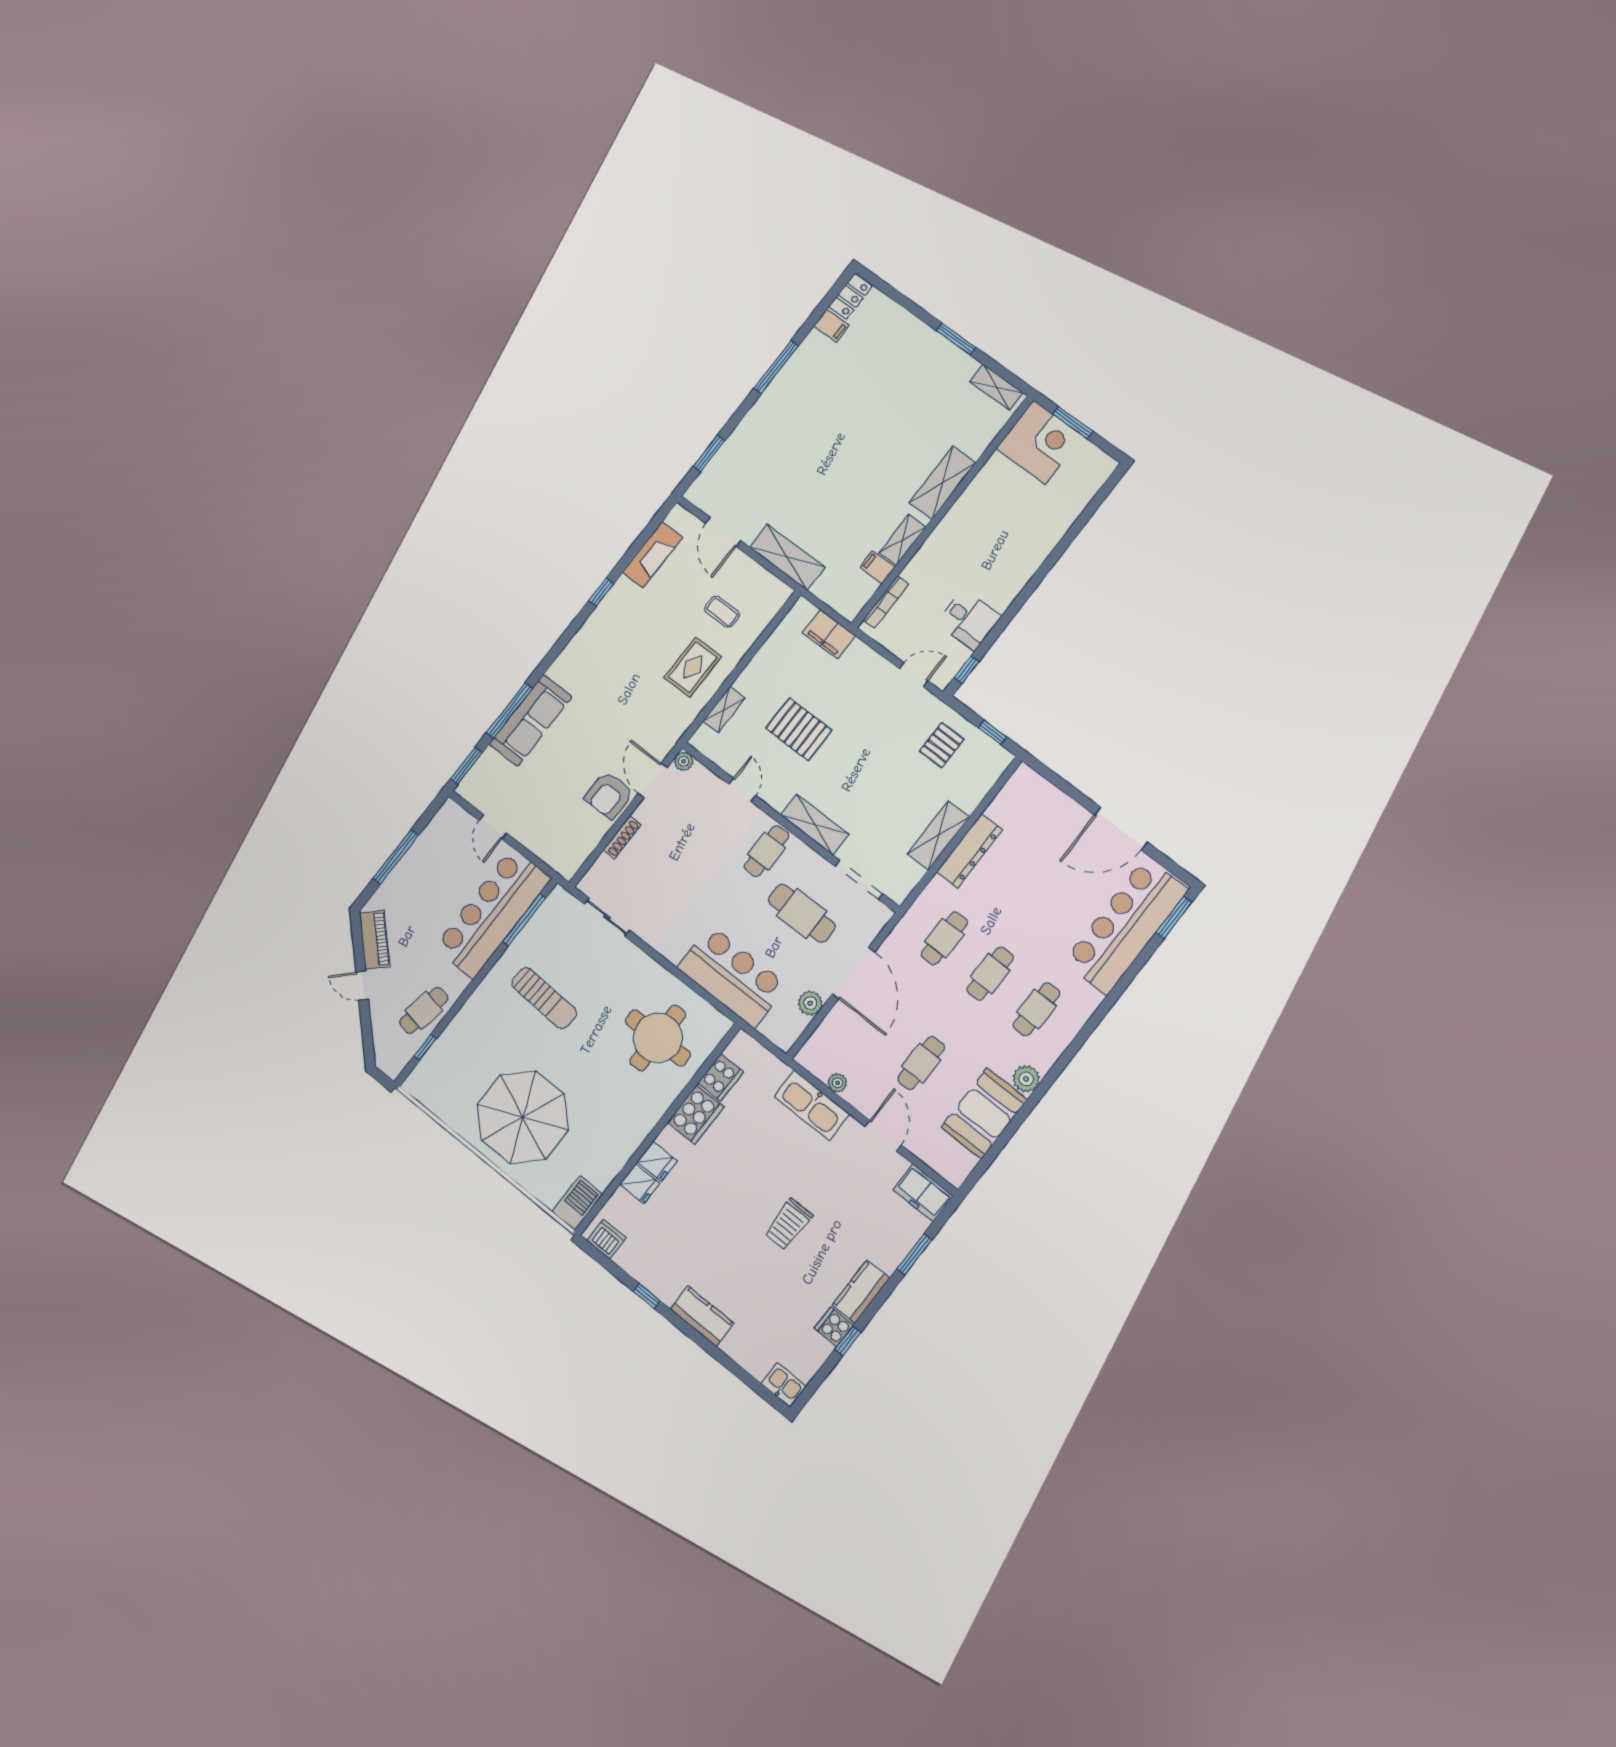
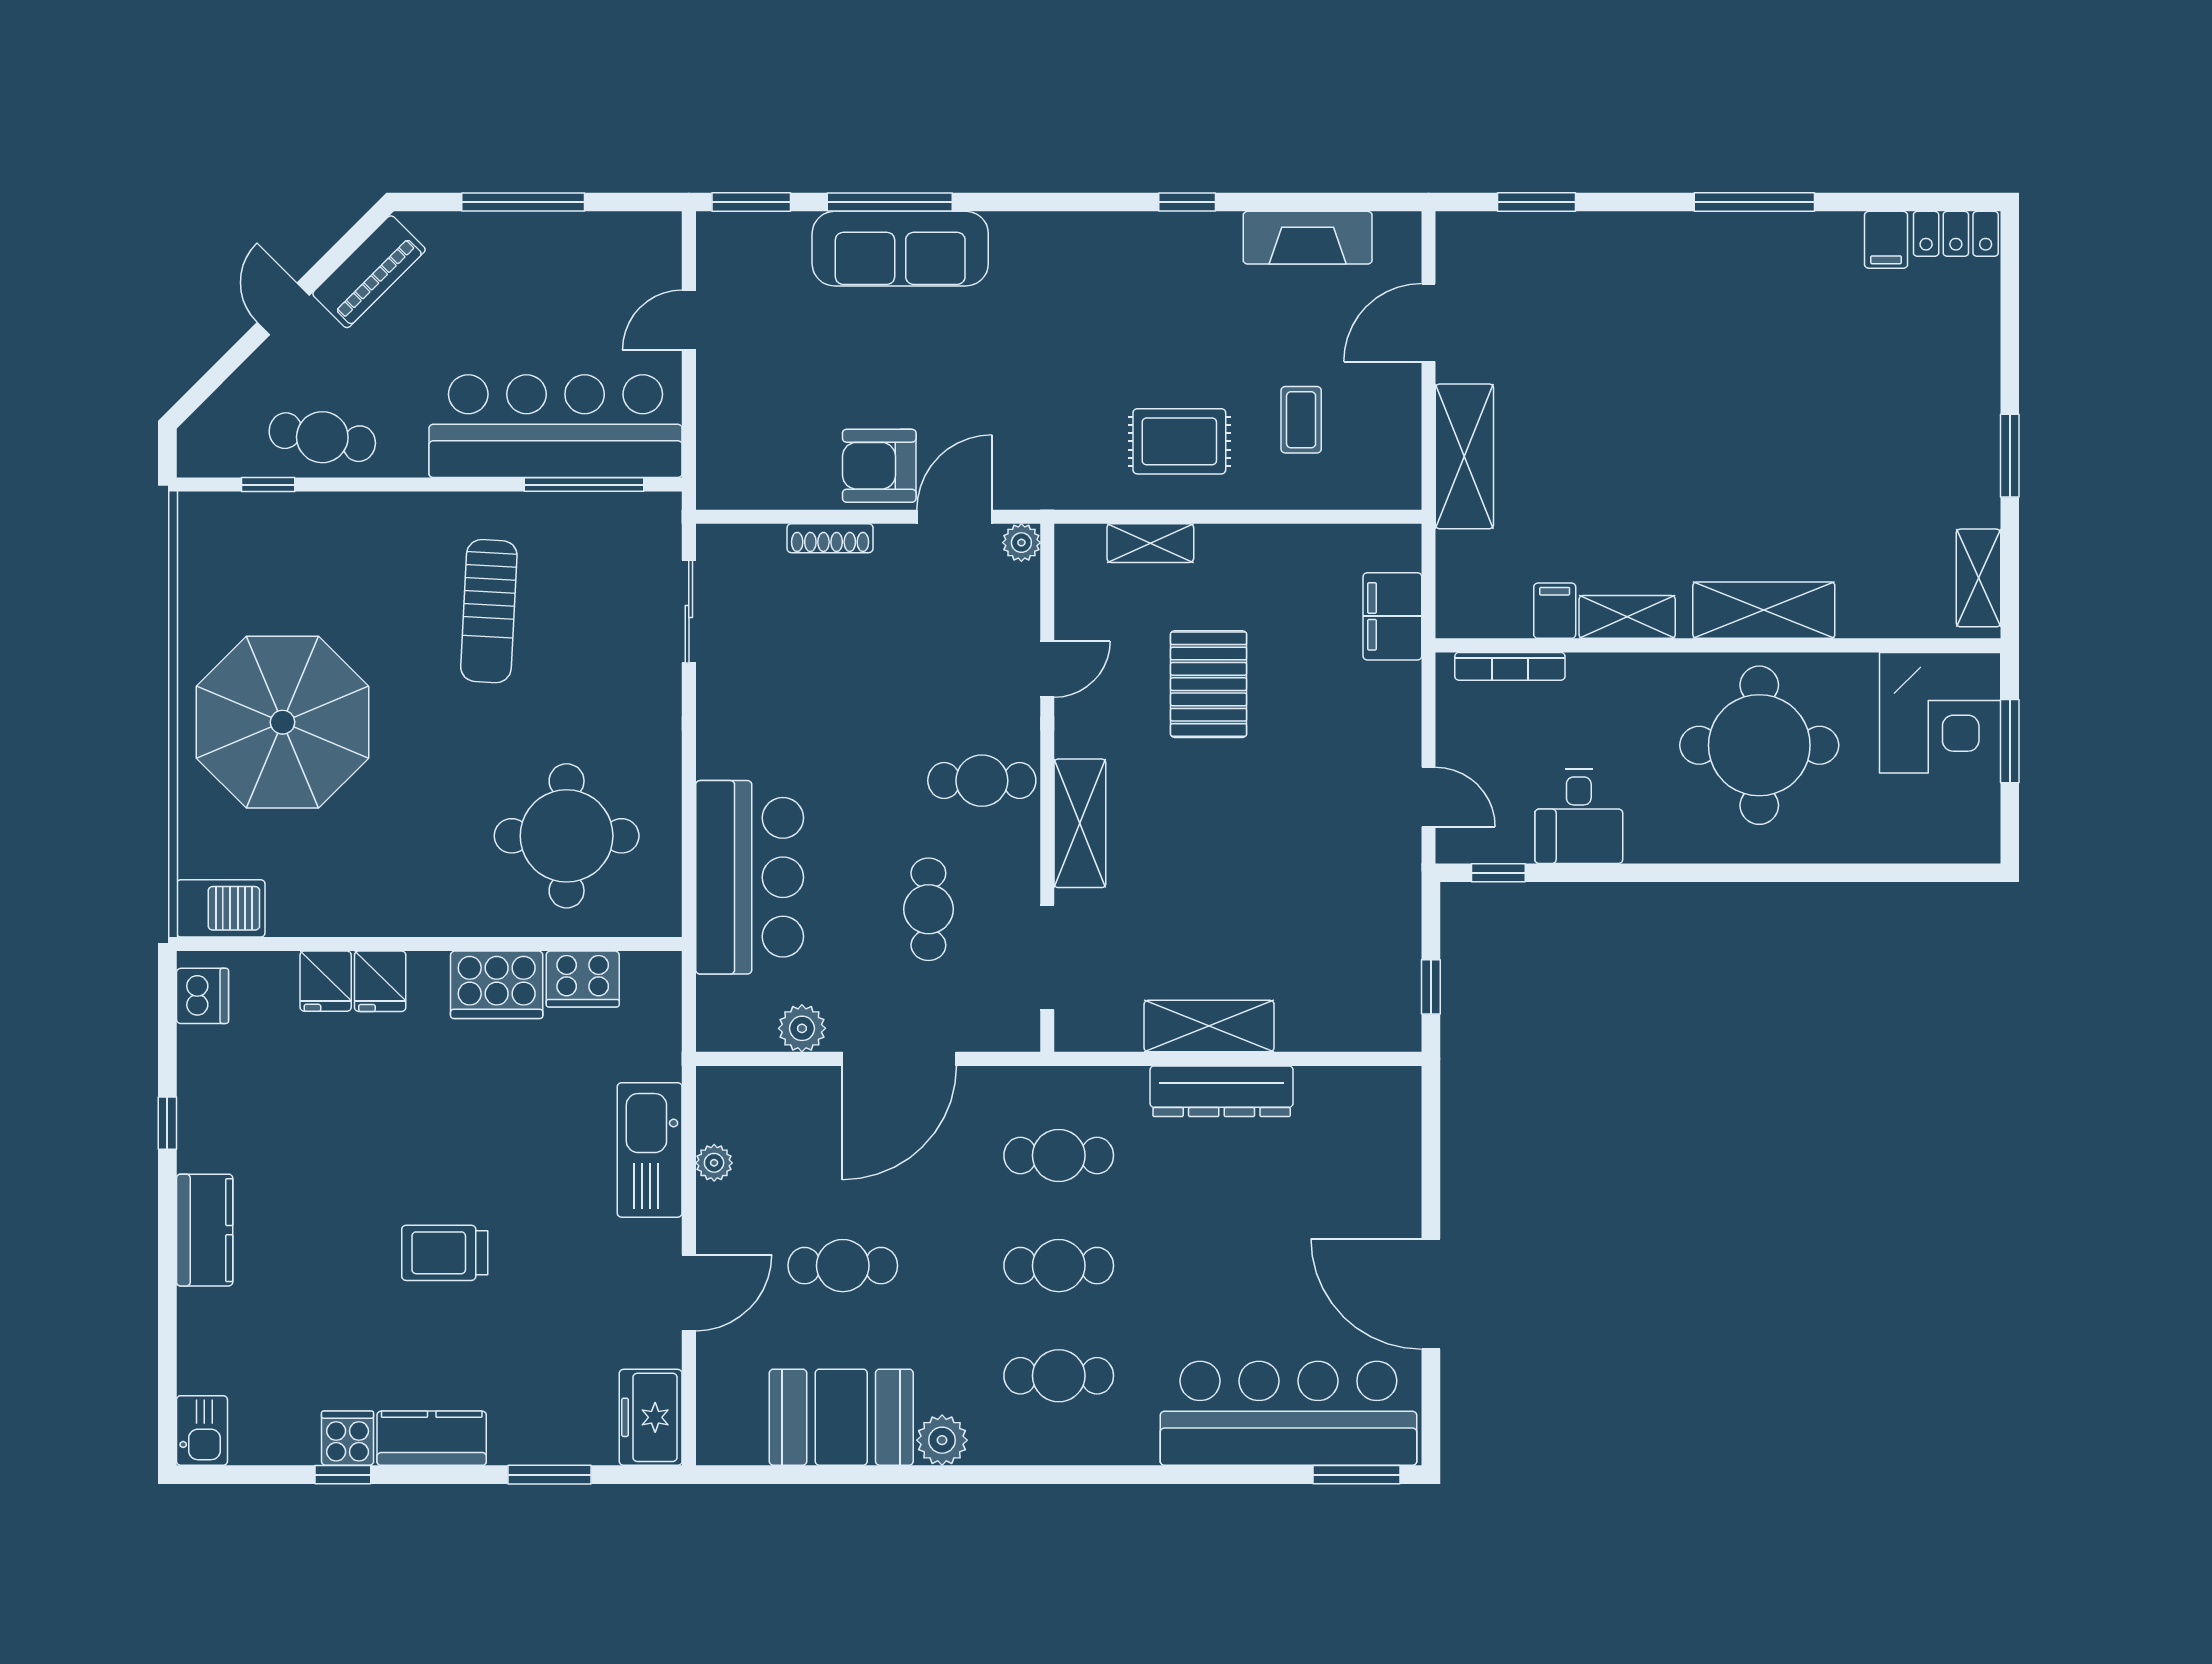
round table: (996, 525) -> (1759, 745), added
pallet: (942, 745) -> (1352, 924), removed
cafe table: (802, 913) -> (928, 909), width x0.73, depth x0.74

